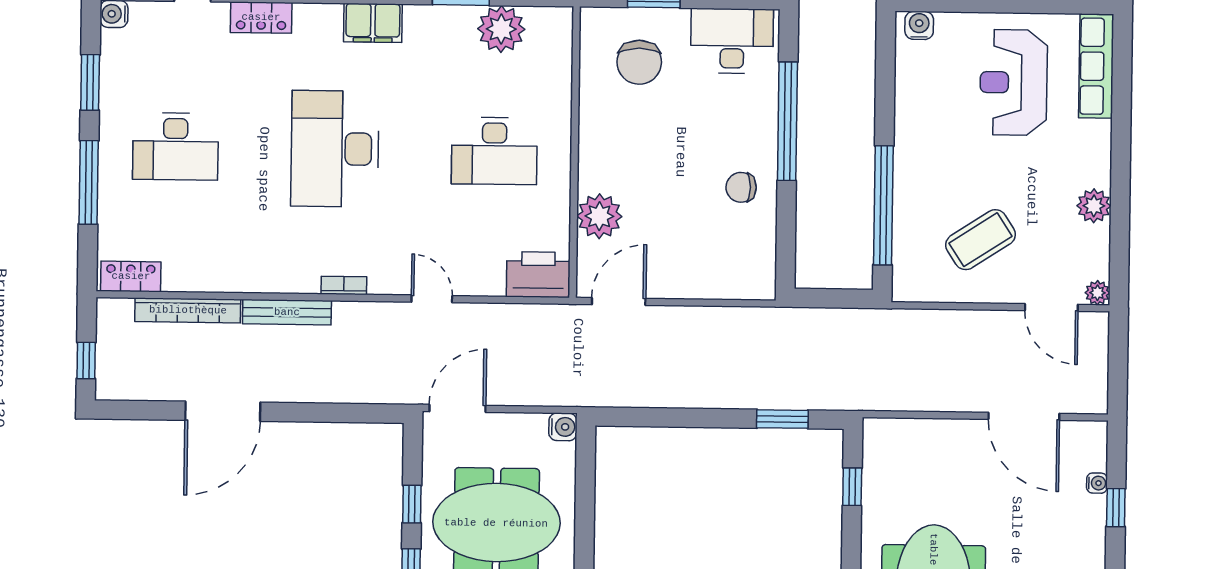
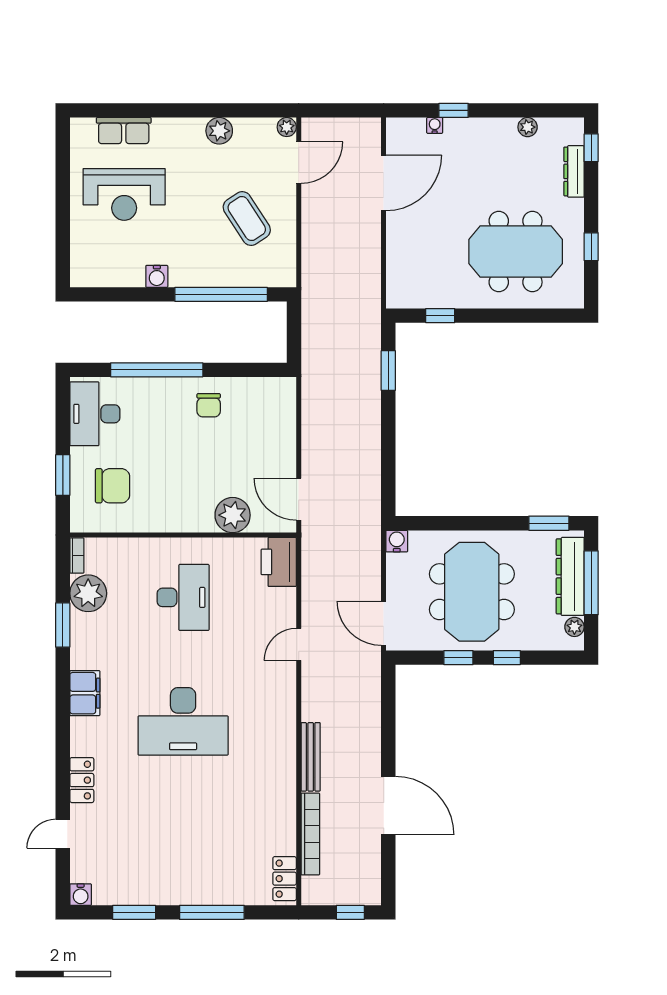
water cooler: (919, 25) -> (157, 276), moved, turned -90
row of seats: (1096, 66) -> (124, 131), width x0.68
desk: (175, 147) -> (183, 845), removed
bookcase: (344, 285) -> (77, 556), moved, turned 180

